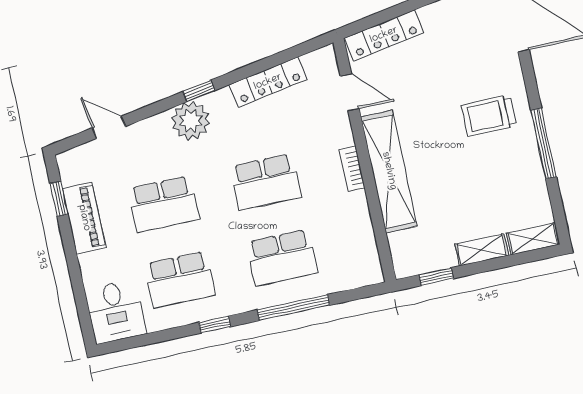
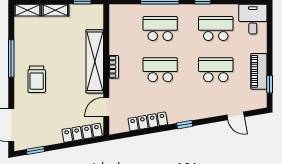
door: (350, 92) -> (106, 107), hinge flipped
trolley: (489, 116) -> (37, 79), turned 90
plant: (191, 121) -> (192, 110), removed

